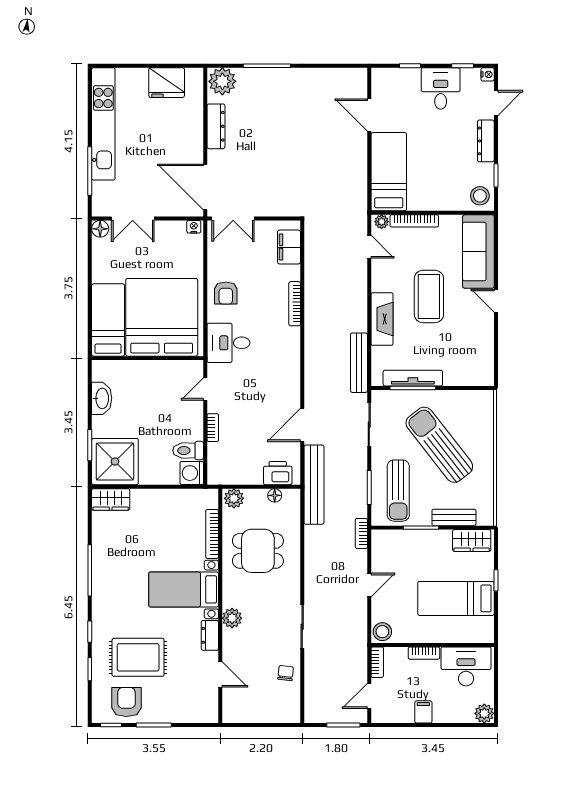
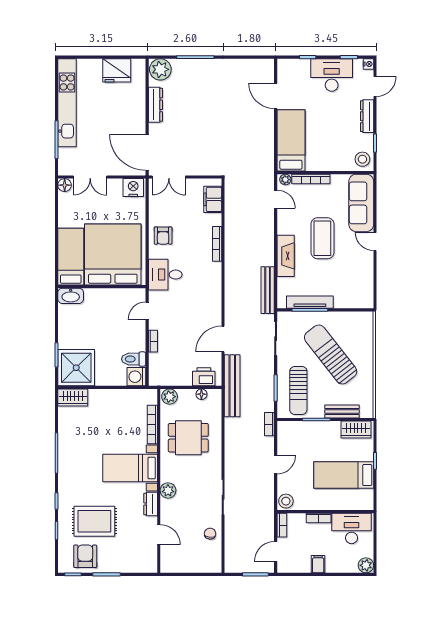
desk: (441, 88) -> (332, 75), width x1.37
nightstand: (194, 227) -> (133, 188), width x1.89, depth x1.79
washbasin: (102, 398) -> (71, 296), moved, turned 90

